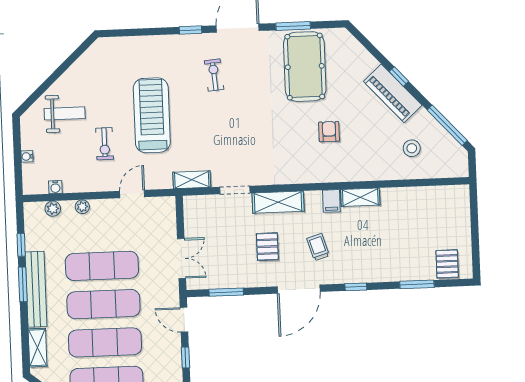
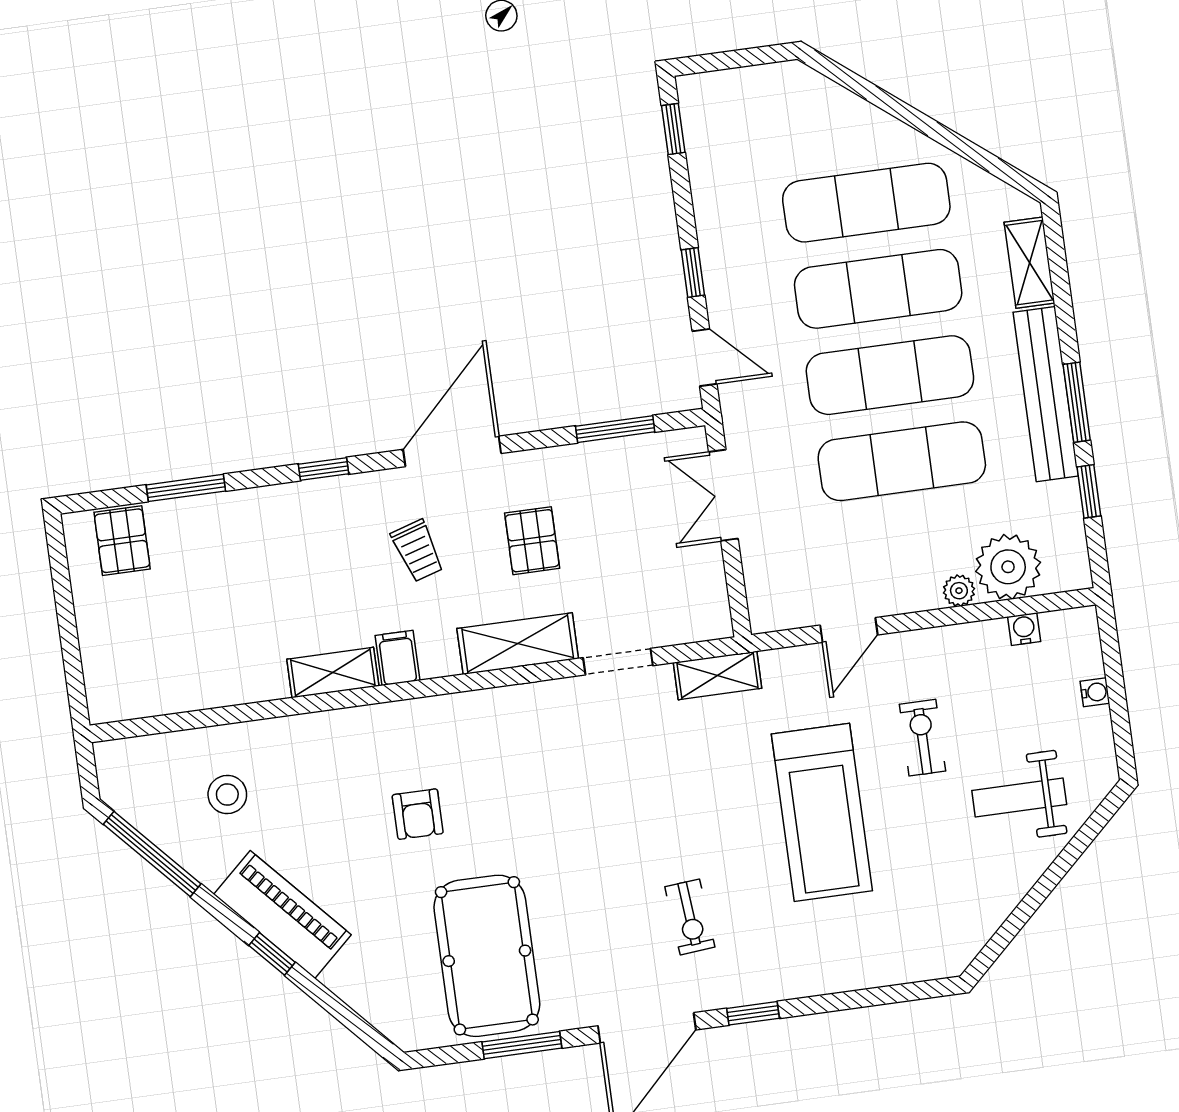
plant: (53, 209) -> (1008, 567), width x1.88, depth x1.88

